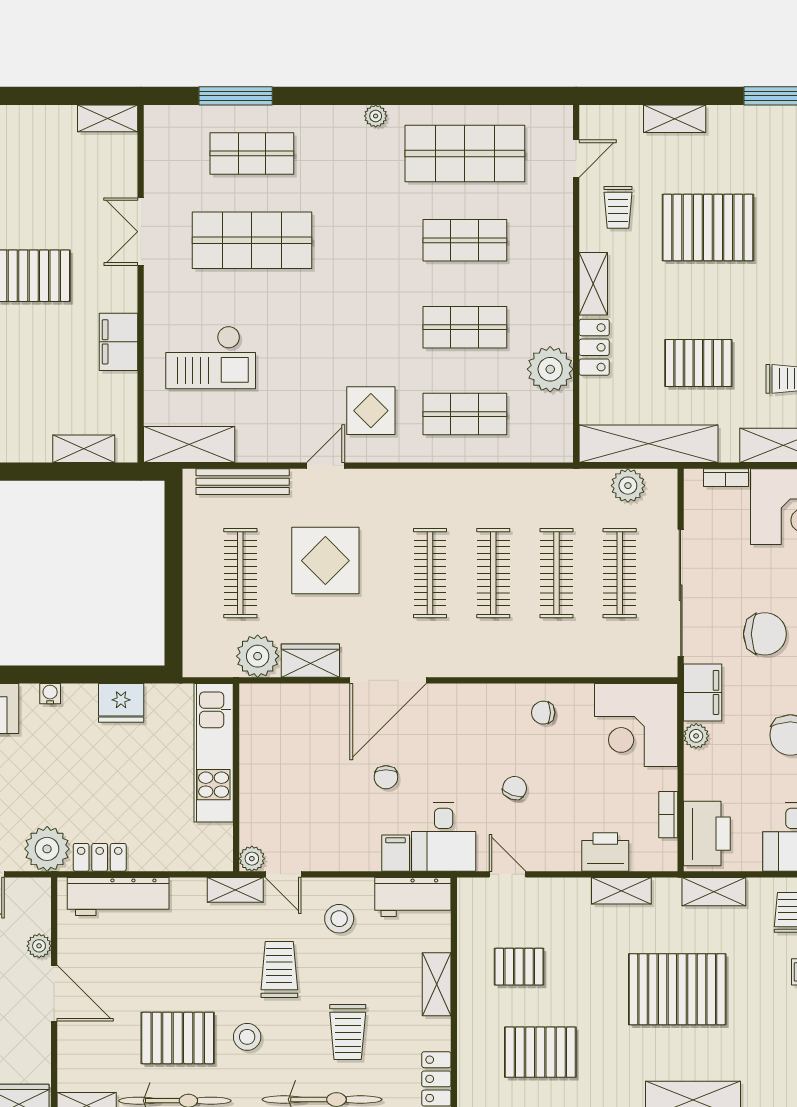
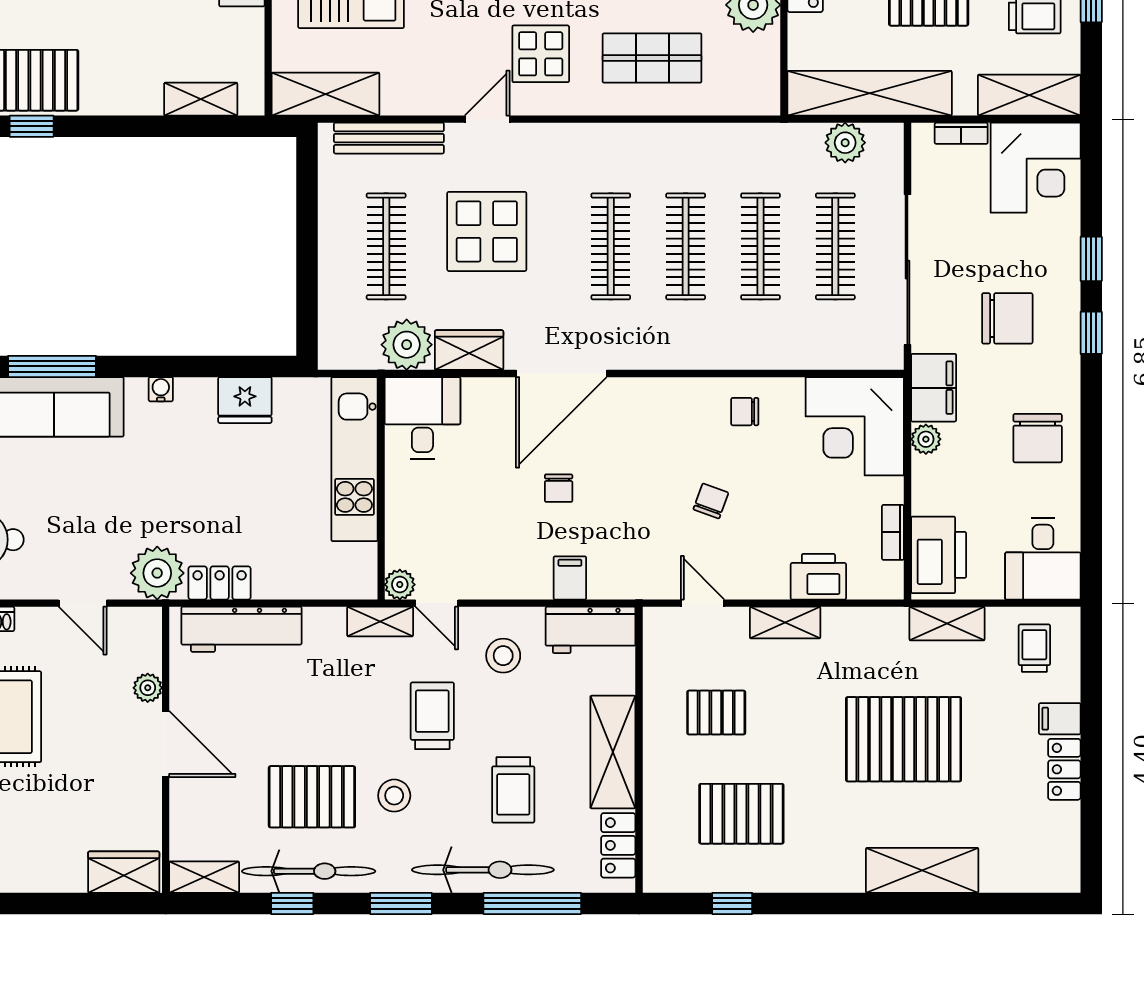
desk: (444, 837) -> (422, 418), moved, turned 180
shelving: (621, 891) -> (785, 623), moved
shelving: (437, 984) -> (613, 752), width x1.50, depth x1.33

